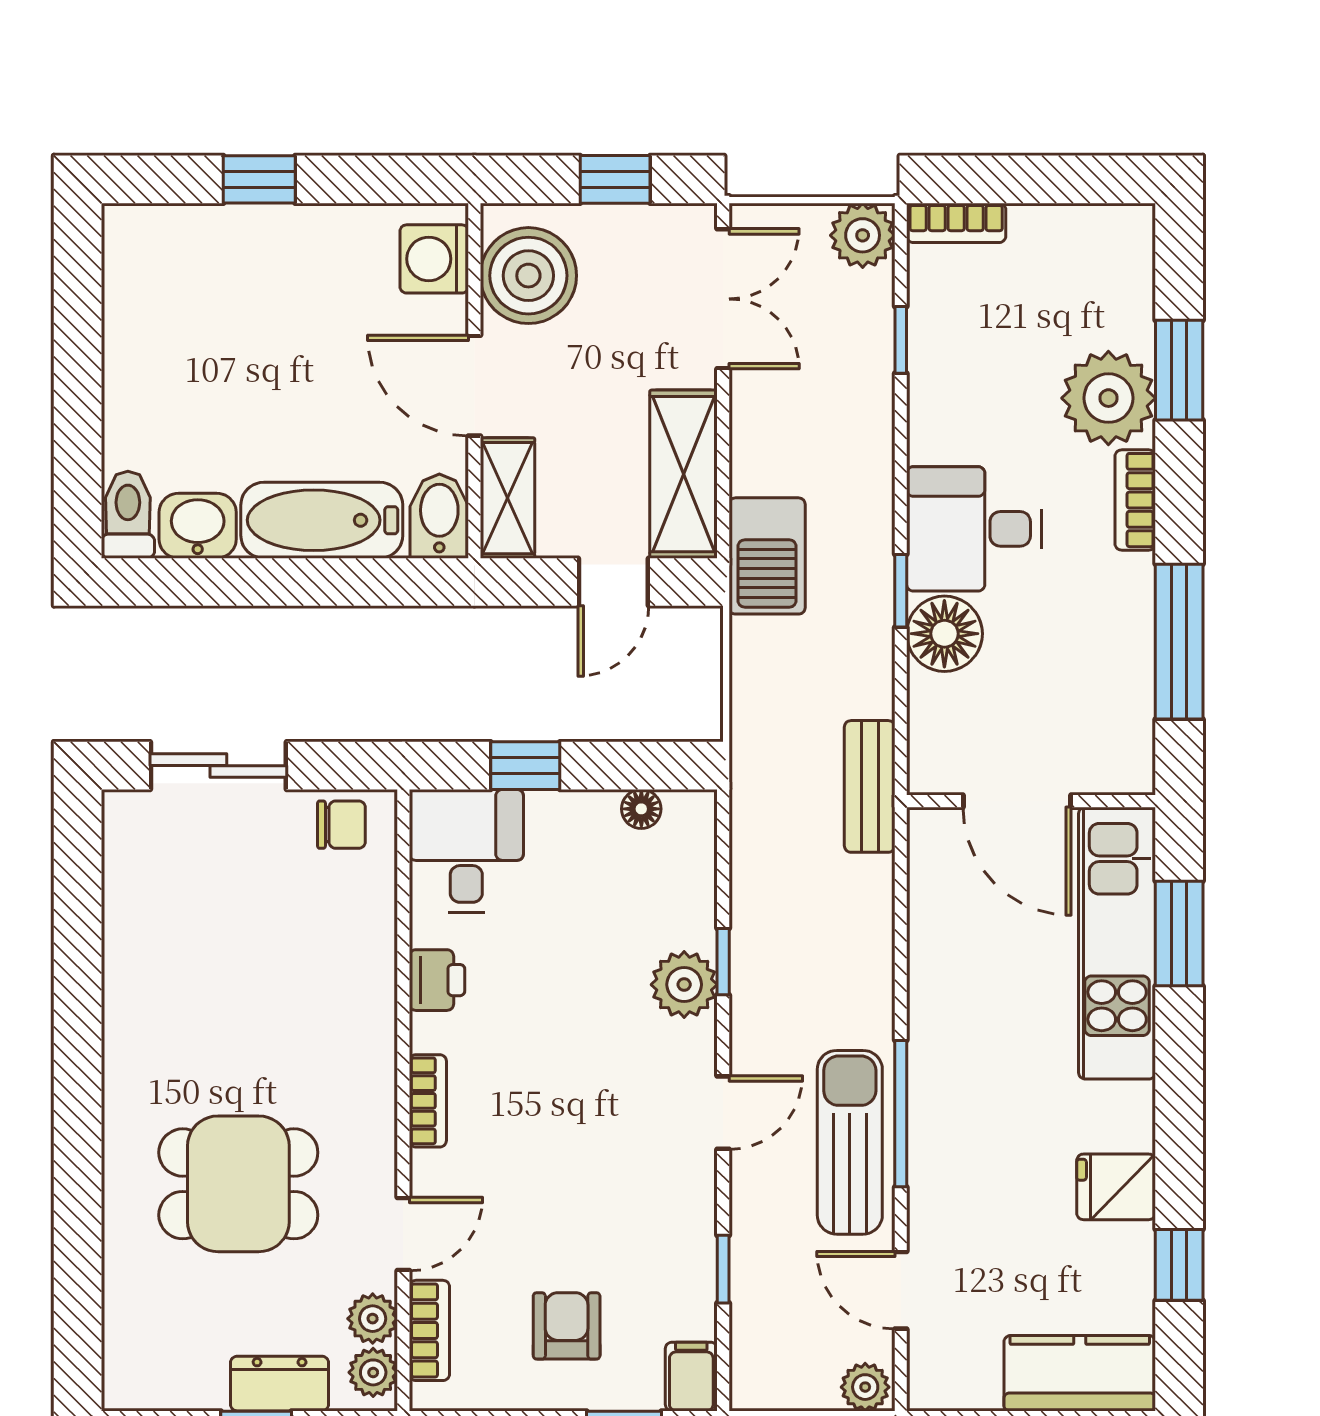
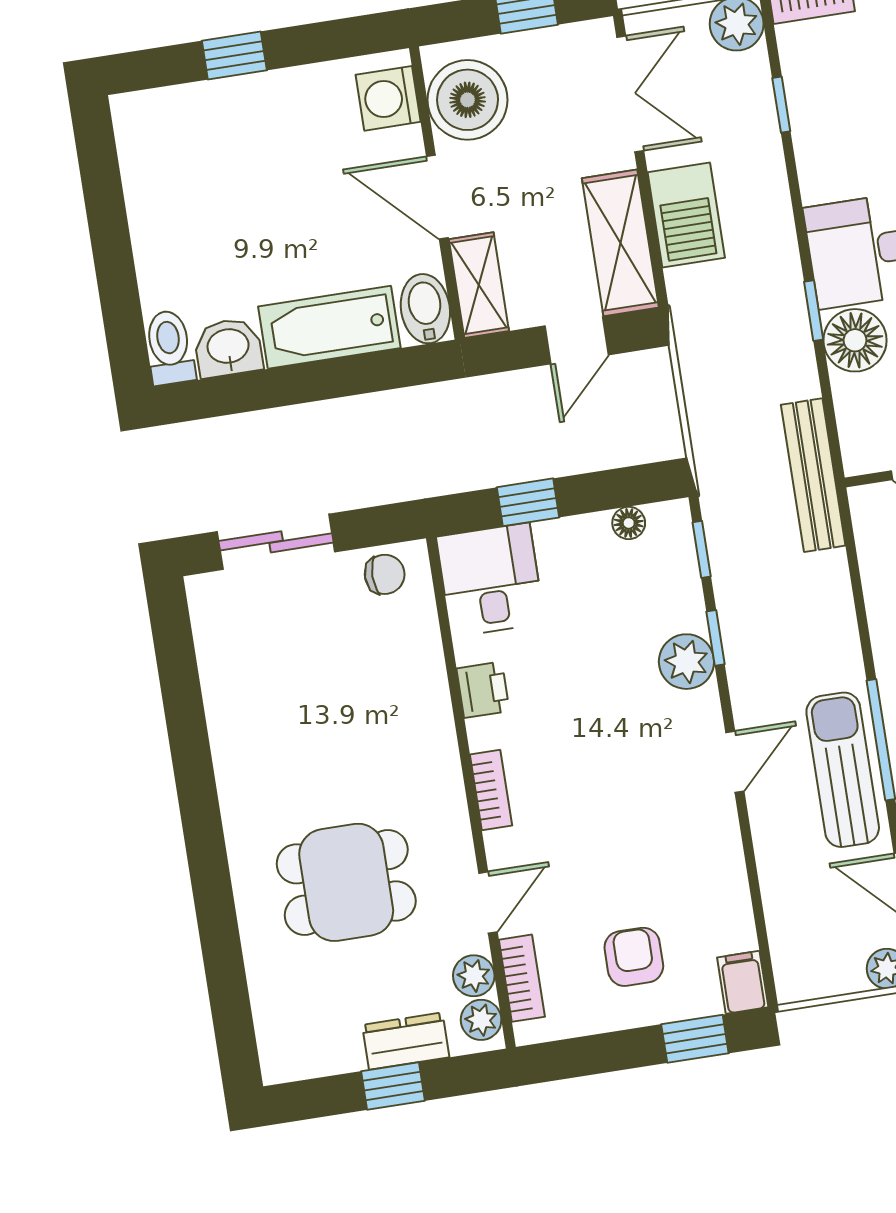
barbecue: (767, 556) -> (686, 215), moved
bench: (870, 786) -> (813, 475), width x1.36
window: (723, 1269) -> (702, 549), moved

